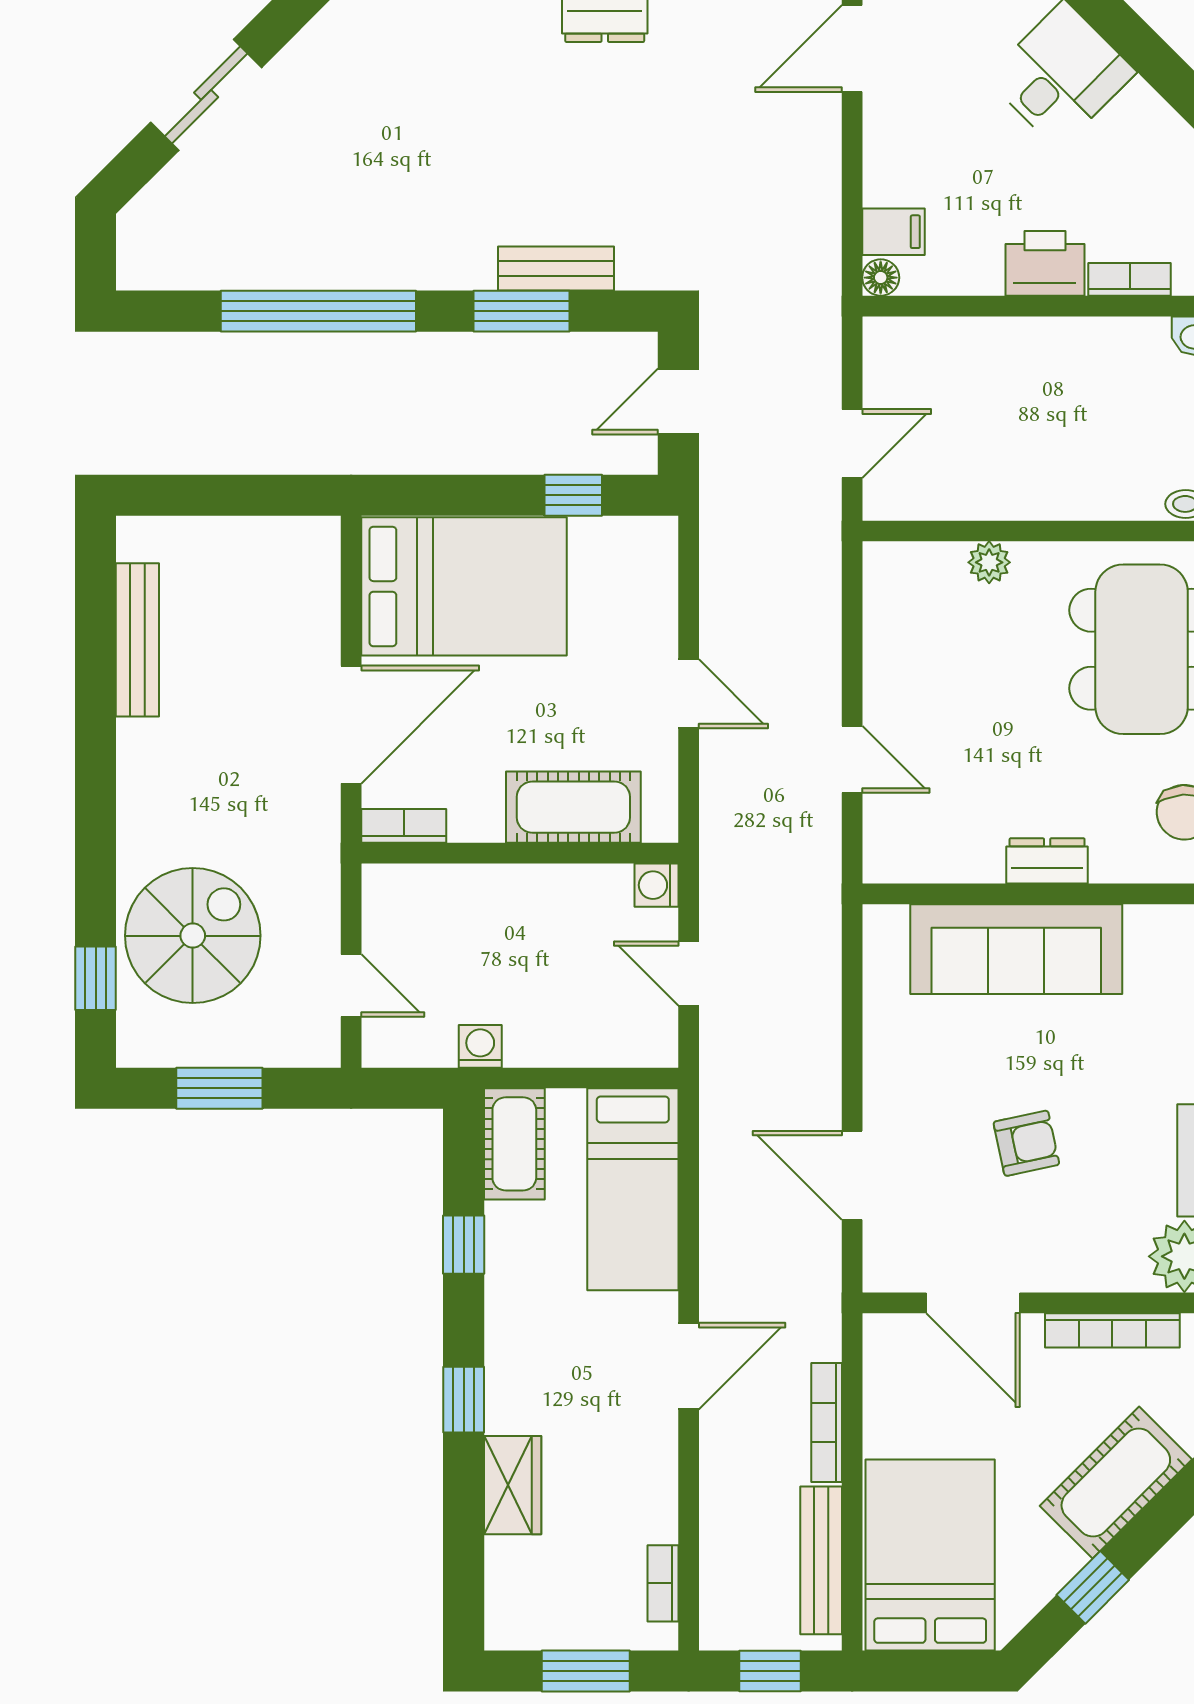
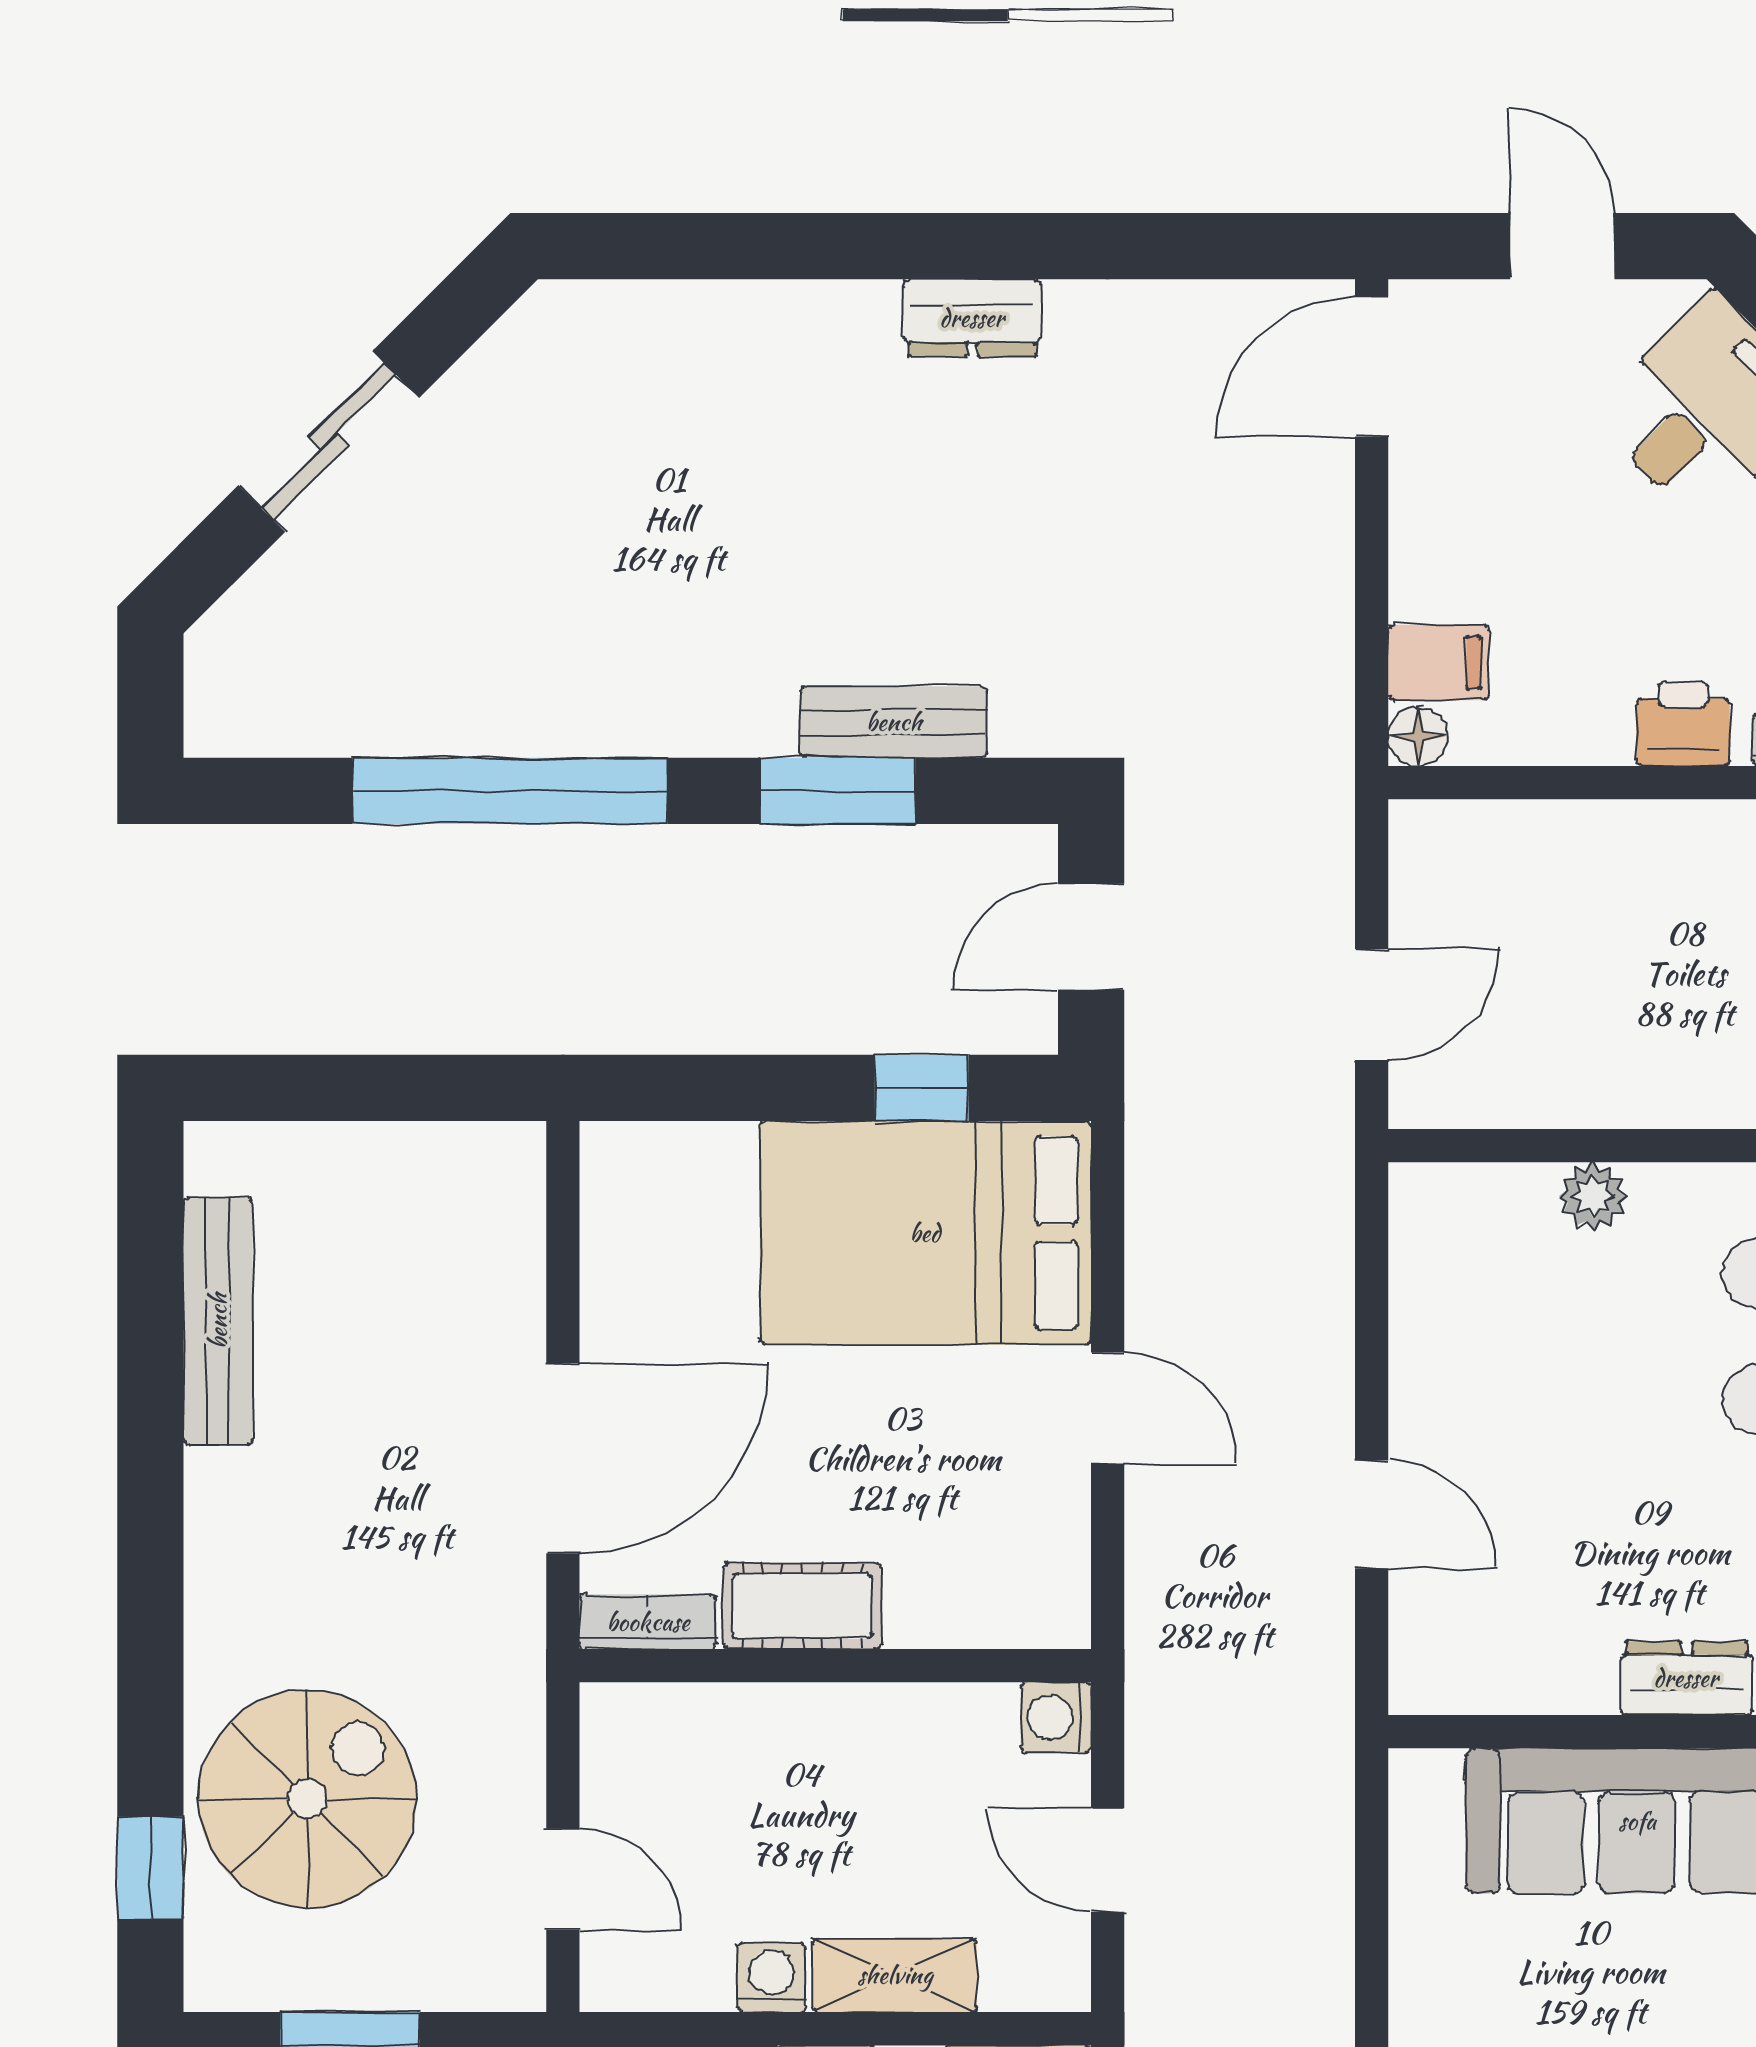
printer: (1045, 263) -> (1683, 724), width x0.73, depth x0.81
bed: (464, 586) -> (925, 1233), moved, turned 180
cot: (573, 807) -> (802, 1606), moved, width x0.73, depth x0.75
shelving: (557, 1045) -> (895, 1975), added

